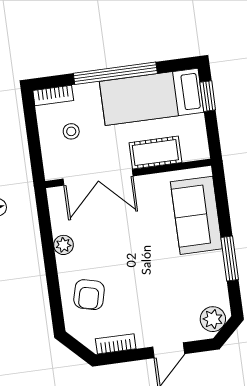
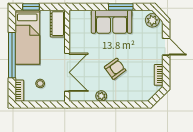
cot: (155, 153) -> (58, 24), moved
sofa: (196, 215) -> (112, 22), moved
armchair: (89, 295) -> (115, 69), moved, turned -50

